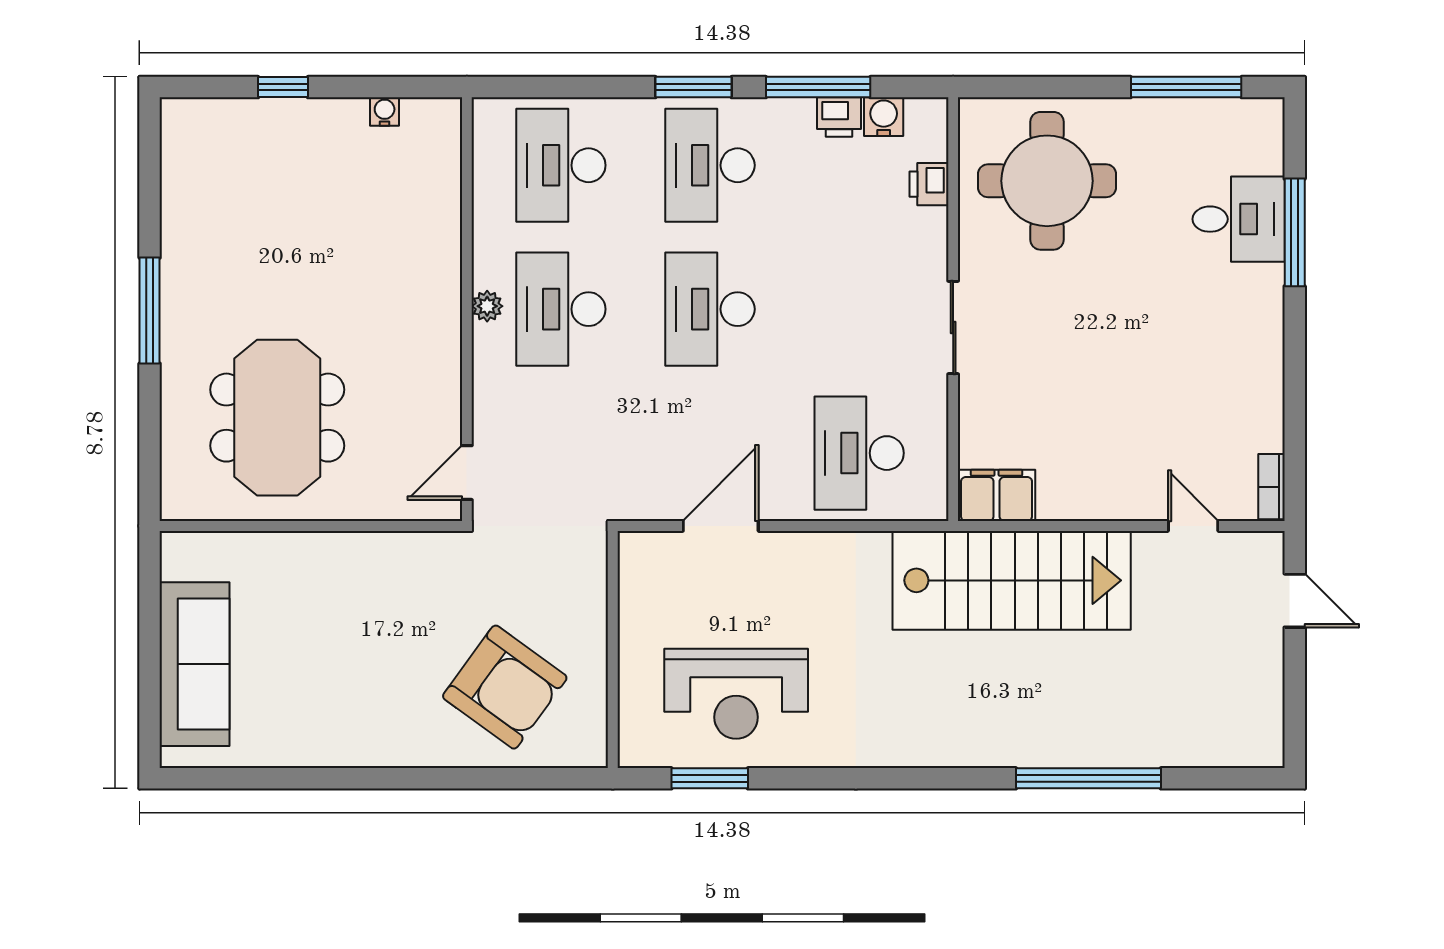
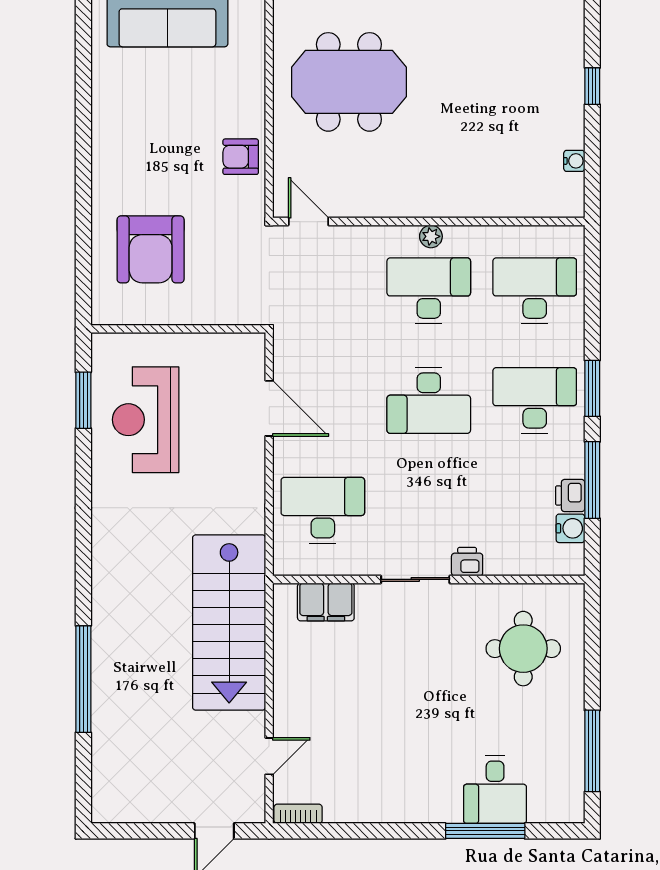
round table: (1047, 181) -> (523, 649), width x0.73, depth x0.73
printer: (929, 184) -> (467, 562), moved
desk: (710, 309) -> (429, 400), turned 180
filing cabinet: (997, 495) -> (326, 602), moved, turned 90
armchair: (379, 565) -> (241, 157), added
armchair: (505, 687) -> (151, 249), turned -36

